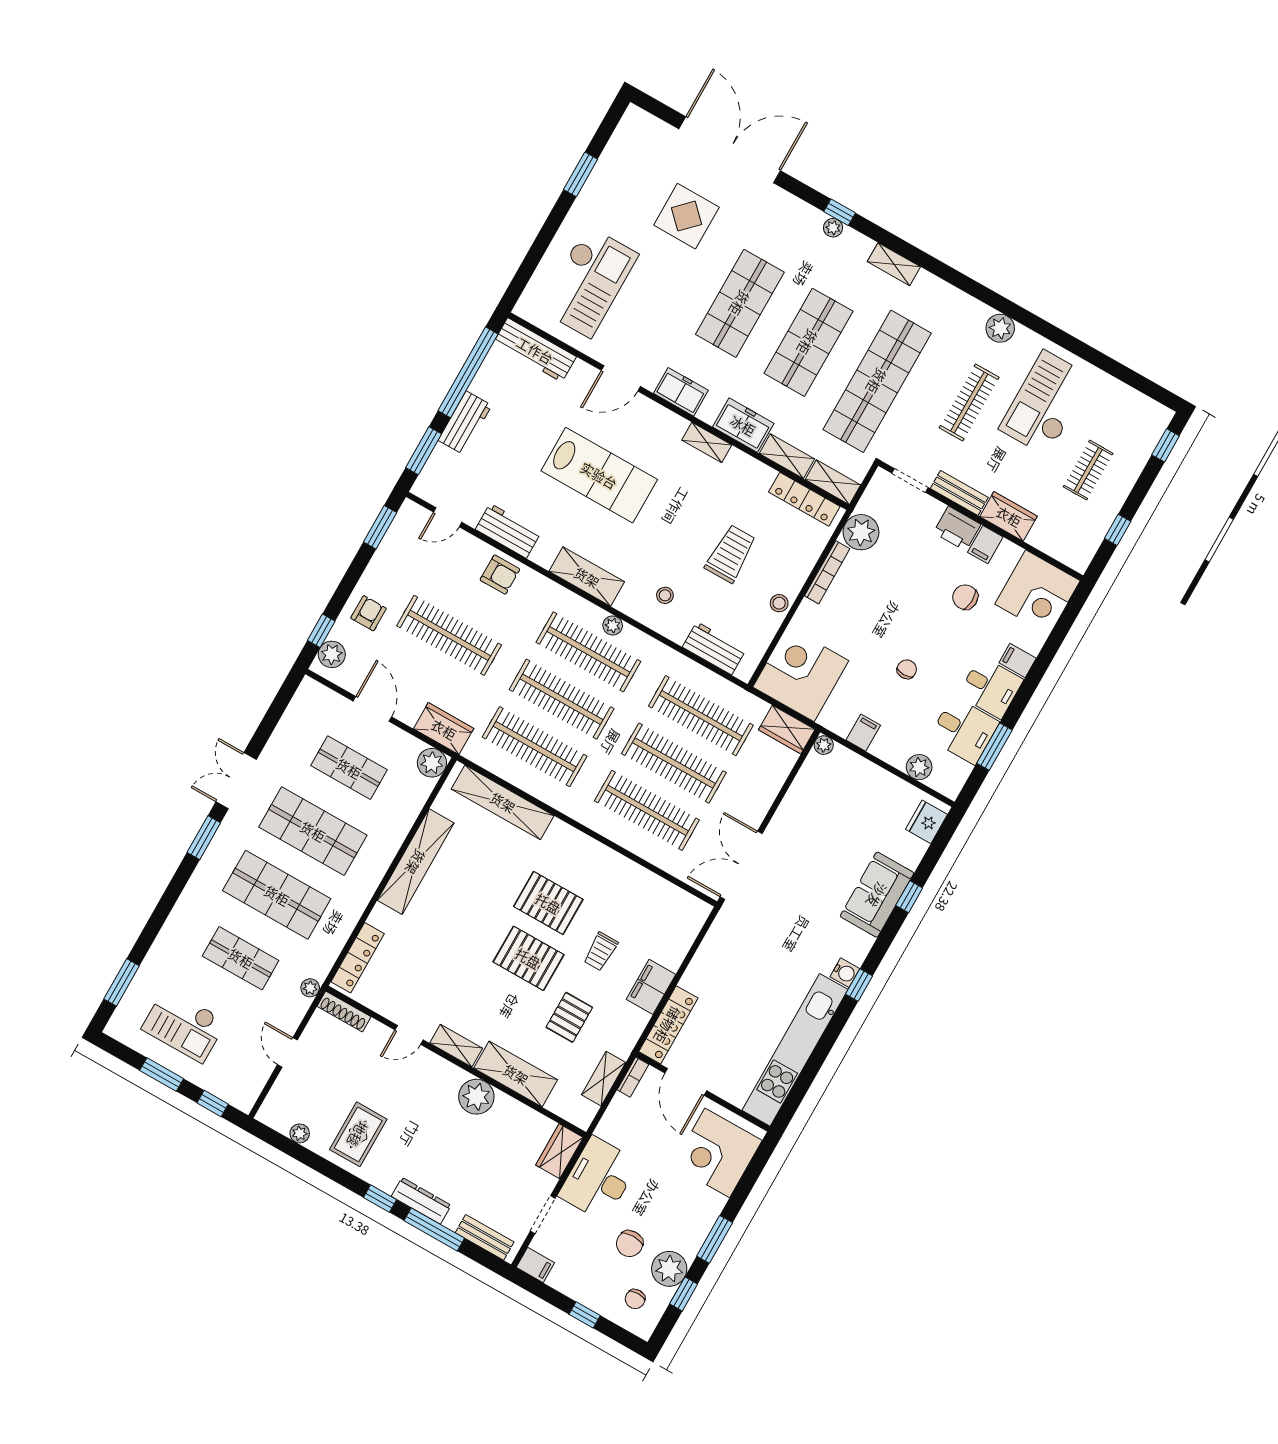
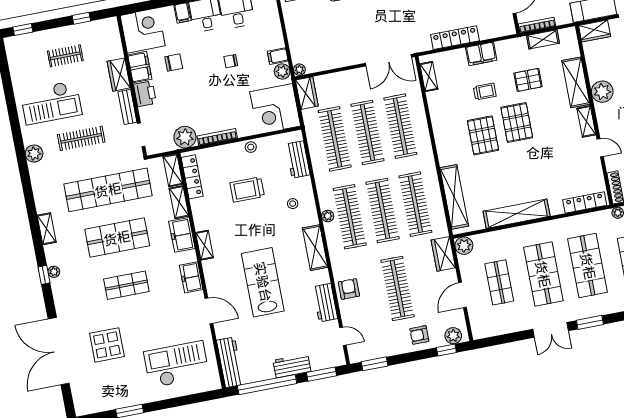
shop shelf: (740, 303) -> (126, 285), width x0.70, depth x0.74
filing cabinet: (985, 545) -> (140, 67), width x2.00
chair: (965, 597) -> (174, 63), turned -93
plant: (919, 767) -> (282, 72), moved
shelving: (678, 898) -> (429, 76), added
locker: (668, 1025) -> (455, 38), moved
bookcase: (633, 1077) -> (537, 25), width x1.56

